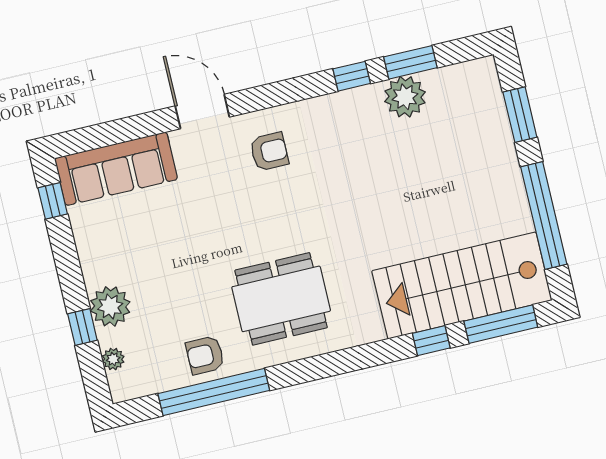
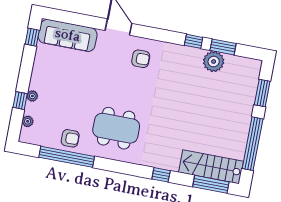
stairs: (462, 286) -> (211, 167), width x0.73, depth x0.66
plant: (110, 306) -> (32, 96), width x0.53, depth x0.53
window: (431, 341) -> (161, 175), moved
armchair: (205, 355) -> (70, 138), turned 180

